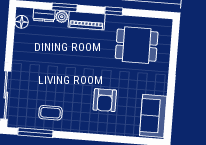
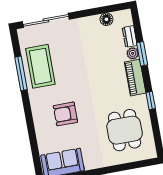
floor lamp: (22, 22) -> (106, 19), moved
coffee table: (50, 113) -> (40, 66), width x1.86, depth x1.72
window: (35, 133) -> (21, 73), moved

